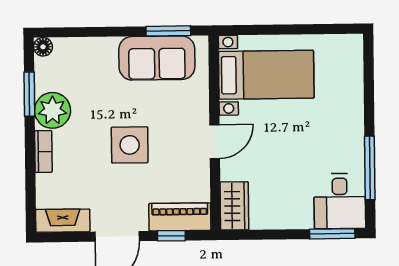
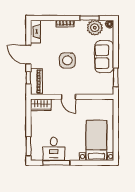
sofa: (157, 58) -> (104, 57), moved
bed with nightstands: (266, 75) -> (96, 140), moved, turned 180
plant: (52, 110) -> (95, 28), moved
desk: (340, 201) -> (54, 149), moved, turned -90

